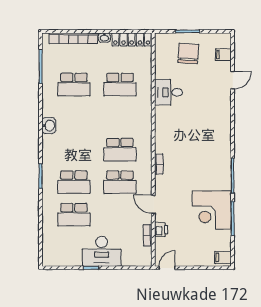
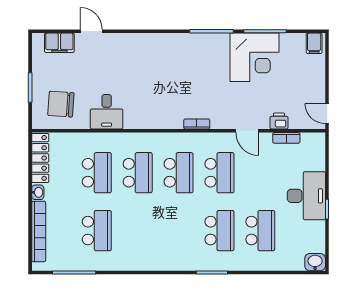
chair: (188, 53) -> (61, 104), moved
filing cabinet: (223, 55) -> (59, 43), width x2.00
school desk: (120, 117) -> (138, 173), added
washbasin: (49, 126) -> (315, 262), moved
door: (153, 204) -> (247, 131), hinge flipped

